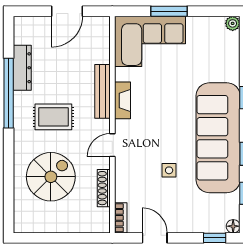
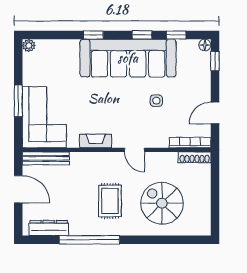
dresser: (22, 68) -> (49, 228), moved
bench: (103, 91) -> (46, 158), moved
shoe rack: (104, 188) -> (195, 157), moved
bookcase: (121, 218) -> (190, 143), width x1.56

